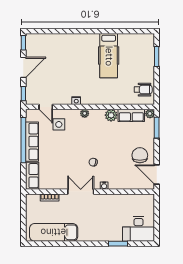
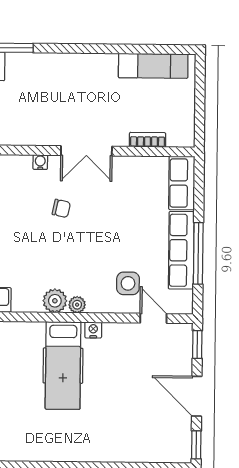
hospital bed: (109, 56) -> (63, 366), moved, turned 180
door: (23, 67) -> (197, 396), hinge flipped
plant: (111, 115) -> (55, 301), moved
window: (23, 140) -> (198, 253), width x0.68
exam couch: (54, 232) -> (153, 66), width x0.73, depth x0.69

